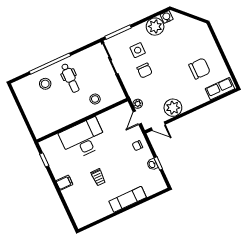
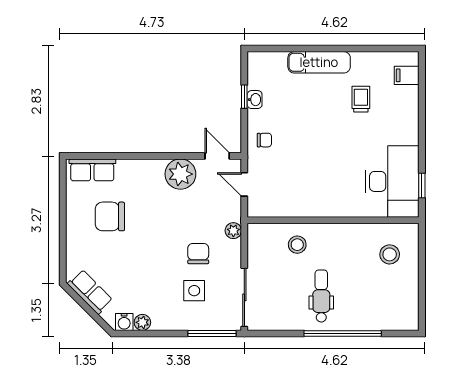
row of seats: (192, 24) -> (90, 292), added
plant: (155, 27) -> (142, 322), width x0.53, depth x0.53
stool: (45, 84) -> (390, 254), moved
plant: (138, 104) -> (233, 231), moved
door: (137, 118) -> (244, 184), swing flipped
desk: (83, 139) -> (392, 181), moved, turned -90
trolley: (98, 177) -> (361, 99), moved
filing cabinet: (64, 183) -> (407, 75), moved

